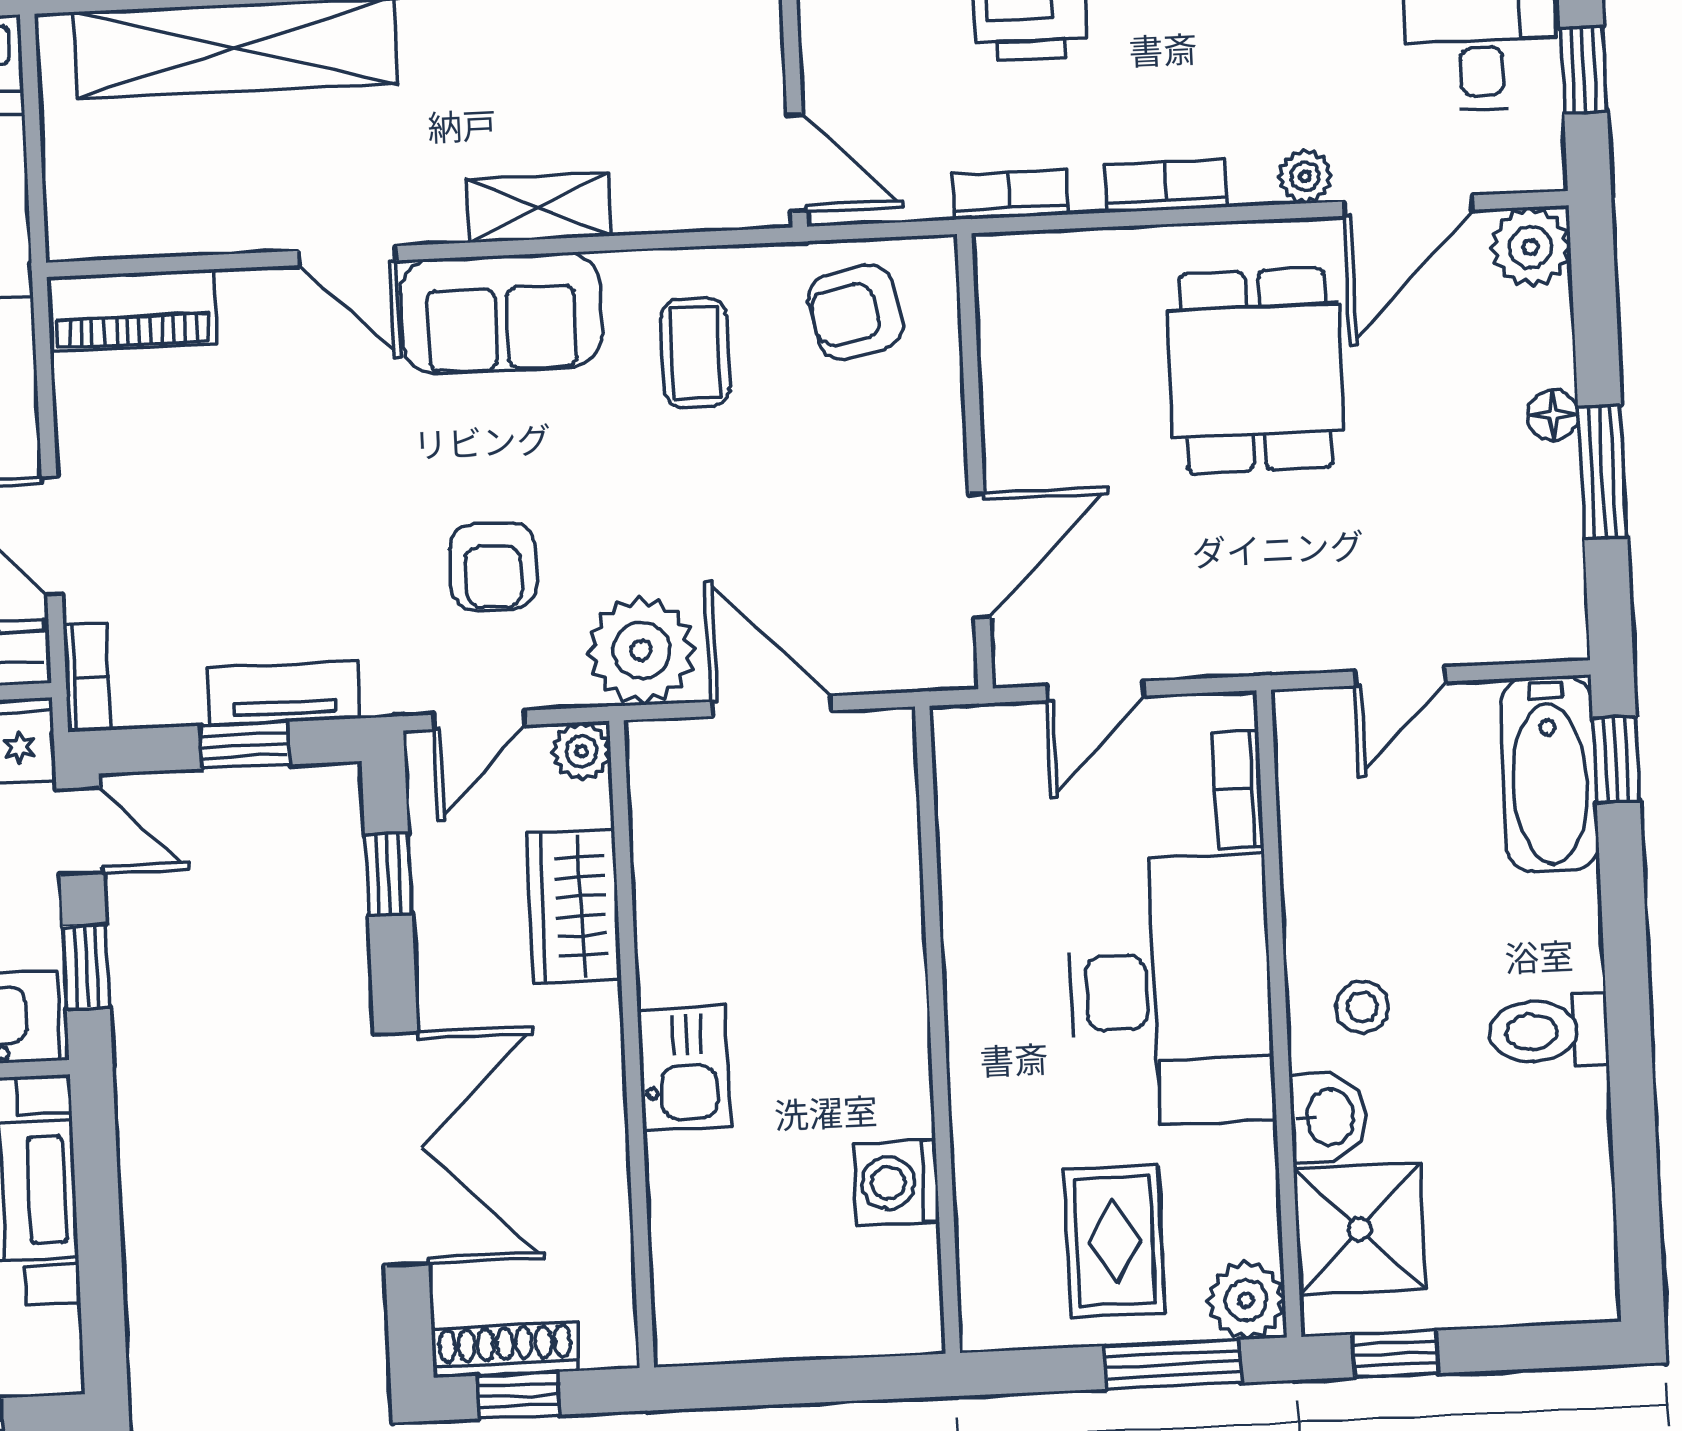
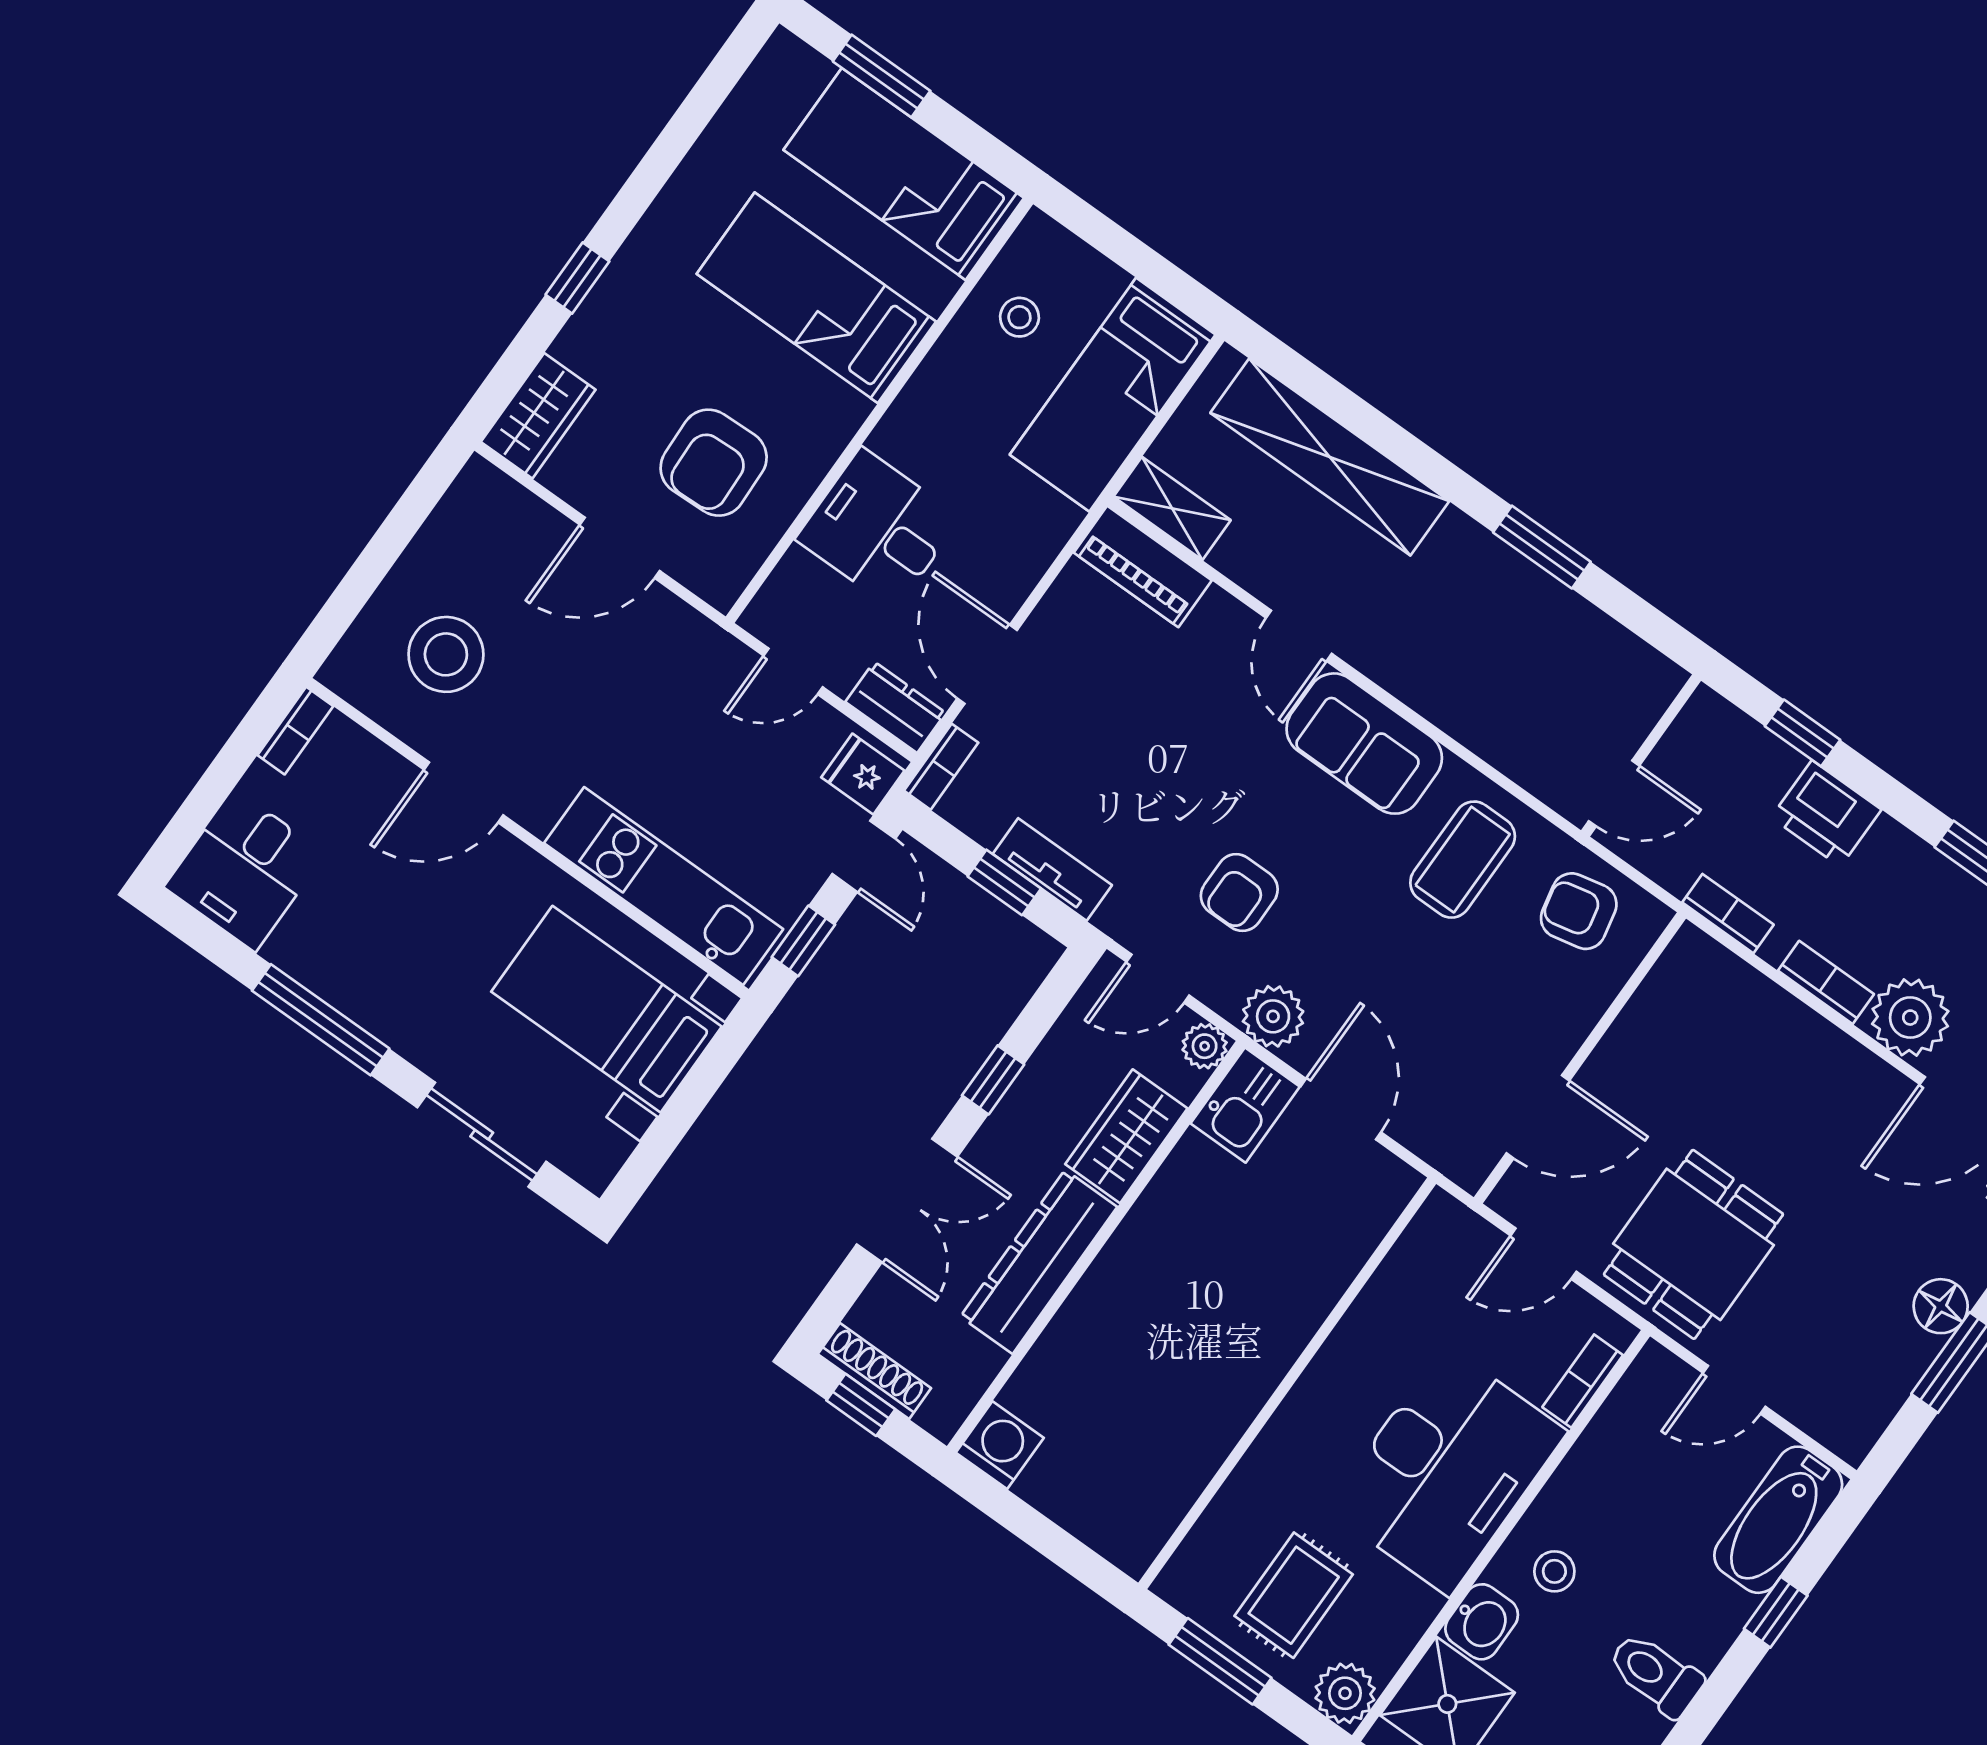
door: (797, 163) -> (1614, 793), hinge flipped
plant: (1305, 176) -> (1910, 1018), width x1.88, depth x1.88
shelving: (538, 207) -> (1172, 508), moved
coffee table: (695, 353) -> (1463, 860), width x1.36, depth x1.30
dining table: (1256, 371) -> (1693, 1244), moved
floor lamp: (1553, 415) -> (1941, 1306), width x1.37, depth x1.37
plant: (641, 651) -> (1273, 1016), width x0.73, depth x0.73
window: (1616, 760) -> (1776, 1612), moved
window: (388, 874) -> (993, 1080), moved
kitchen sink: (684, 1068) -> (1245, 1105), moved
dresser: (585, 1105) -> (1039, 1262), added
double door: (401, 1149) -> (907, 1201), width x0.73
washing machine: (896, 1182) -> (1000, 1445), moved, turned 90
window: (1173, 1364) -> (1220, 1661), moved

